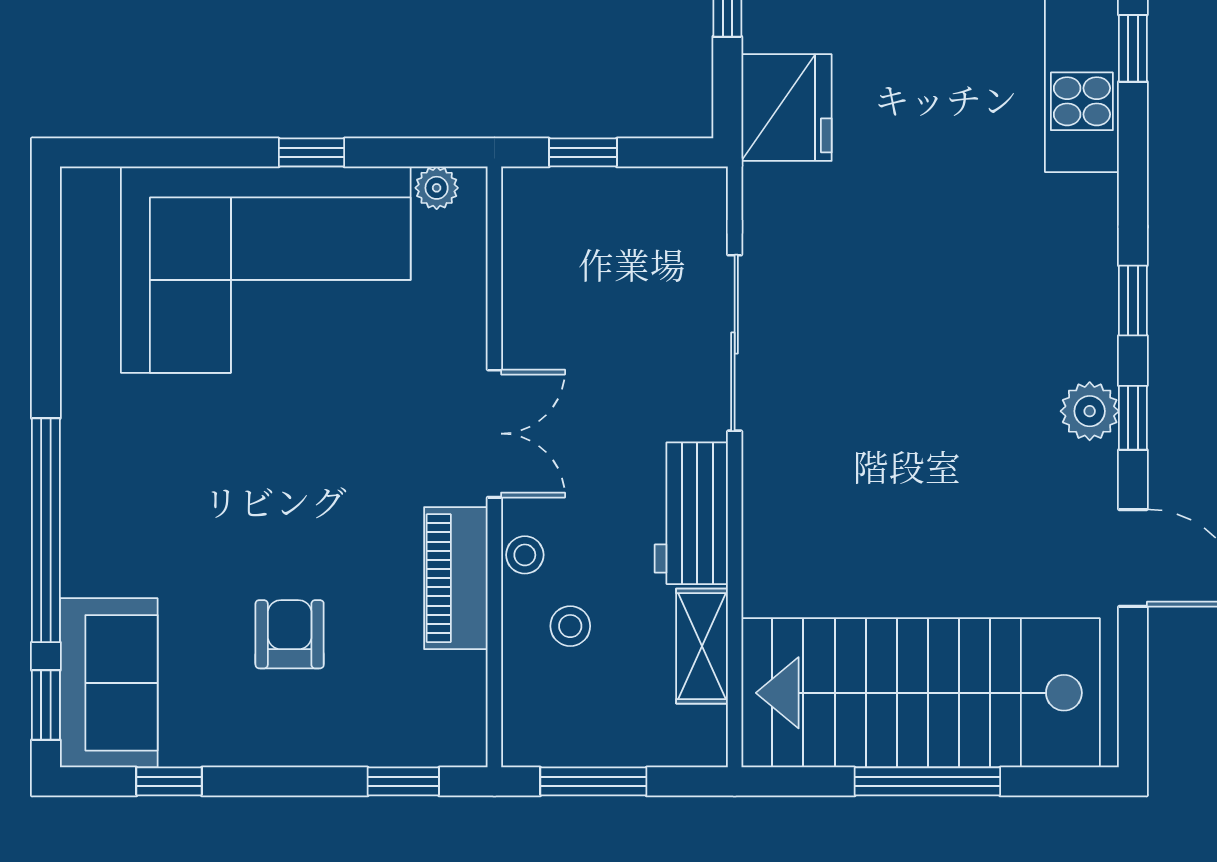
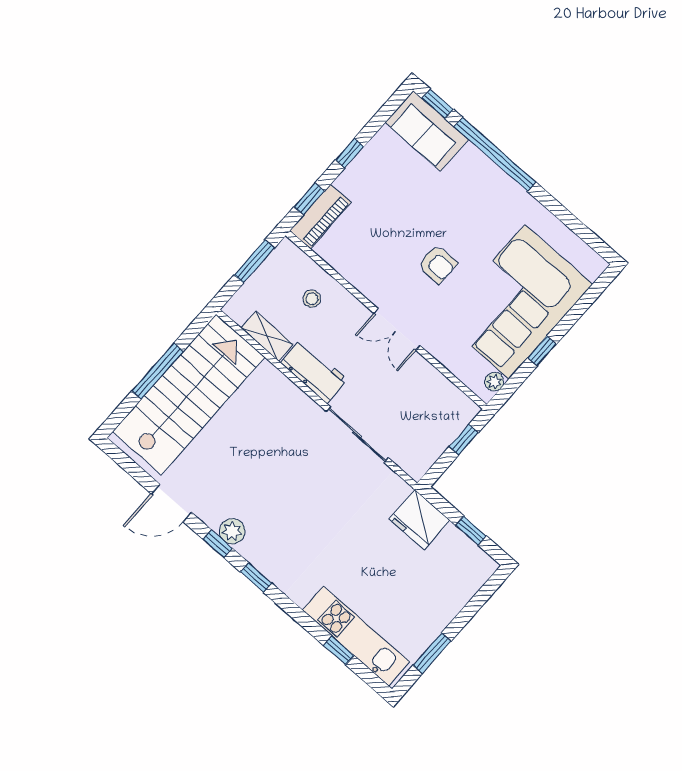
stool: (525, 555) -> (348, 304), removed
piano: (456, 578) -> (320, 217), moved, turned 90
armchair: (290, 634) -> (438, 264), moved
window: (169, 781) -> (350, 153), moved

